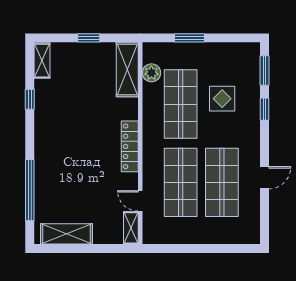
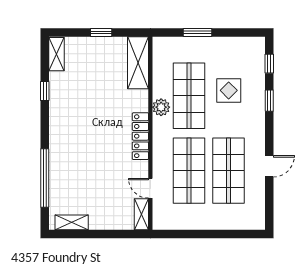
window: (264, 71) -> (269, 64), width x0.67
plant: (151, 73) -> (161, 107), moved
shelving: (67, 234) -> (72, 222), width x0.67, depth x0.75

